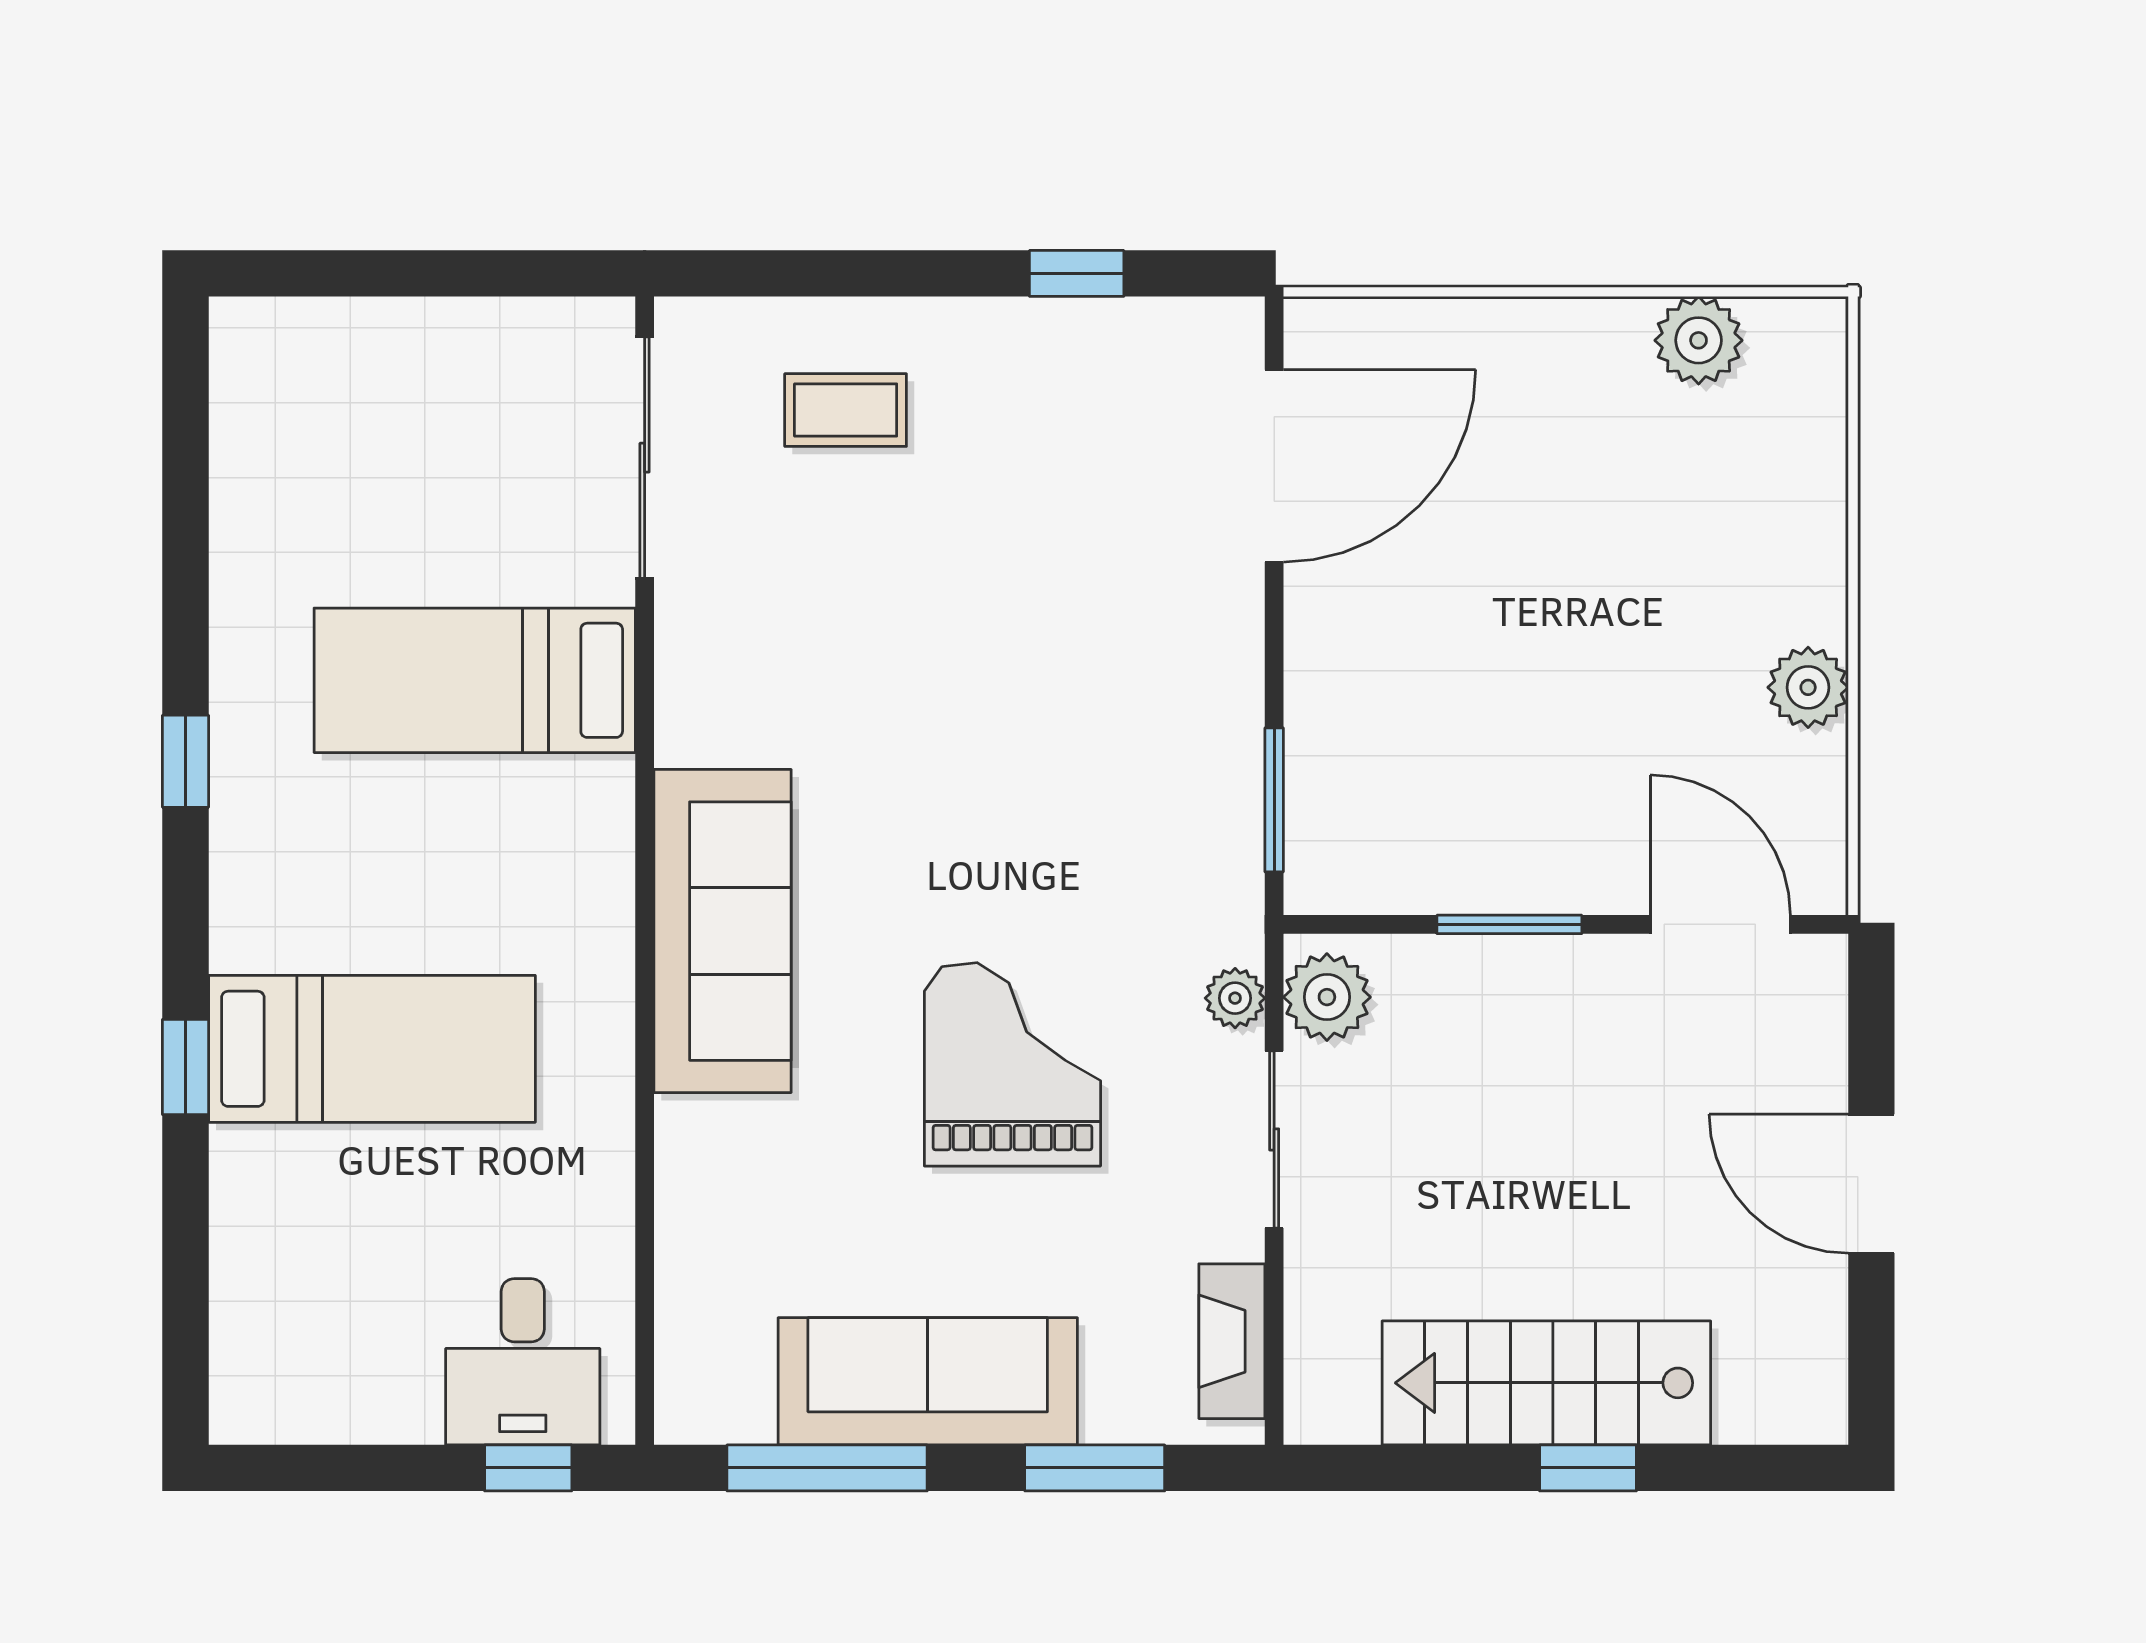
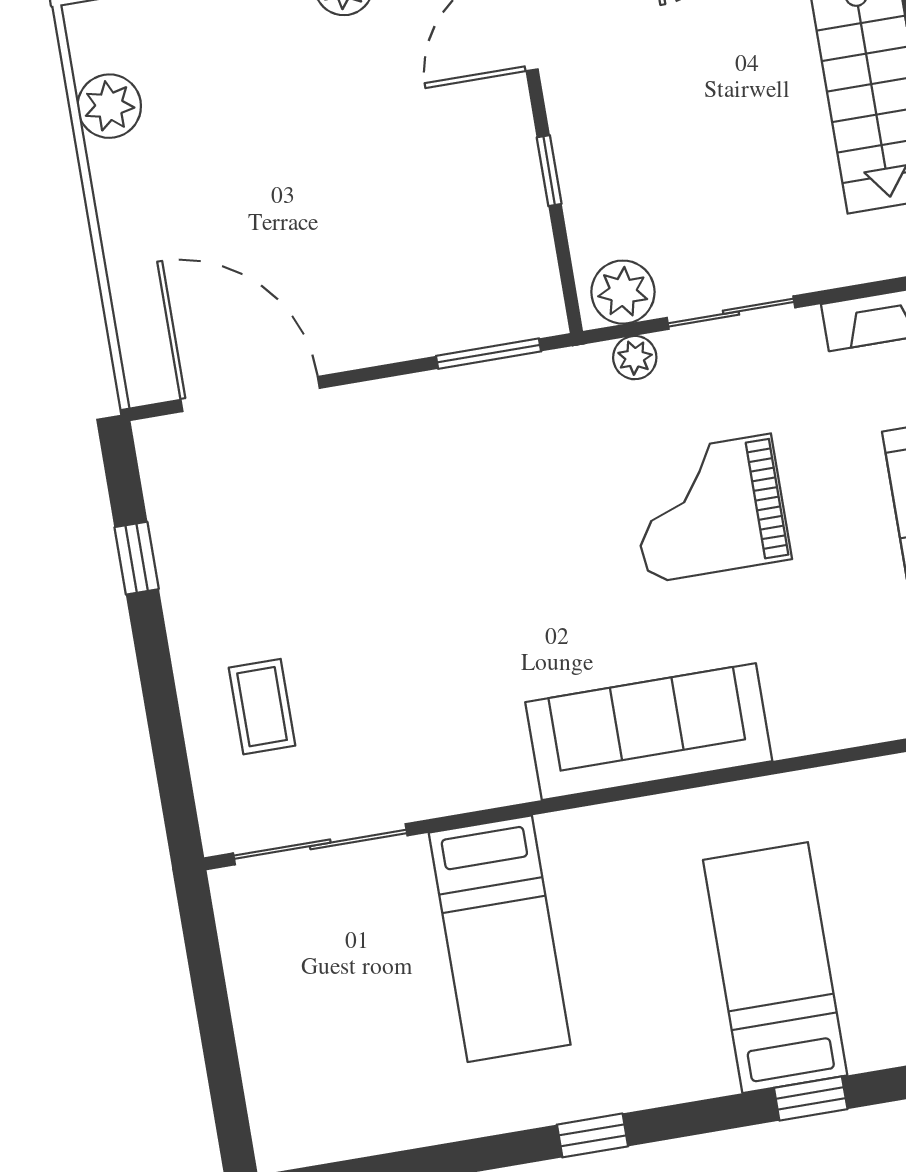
window: (1509, 924) -> (549, 171), width x0.67

